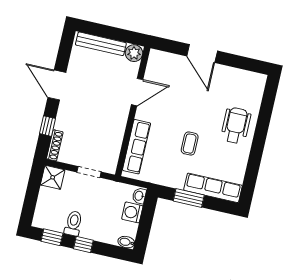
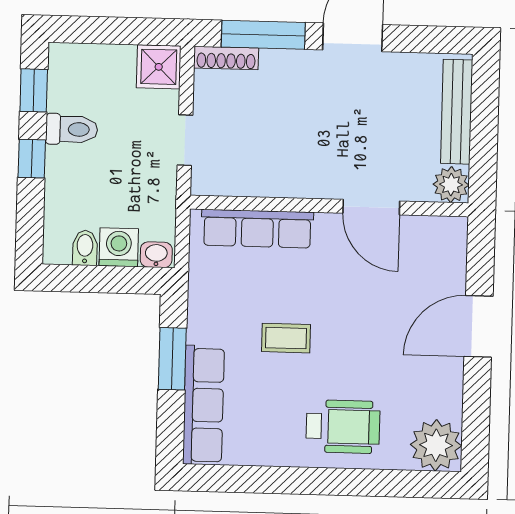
plant: (253, 84) -> (436, 445), added
window: (47, 126) -> (263, 35), width x2.17
bidet: (126, 242) -> (85, 248), moved

